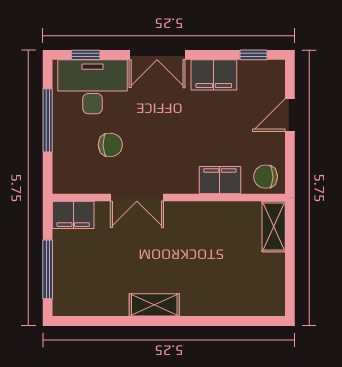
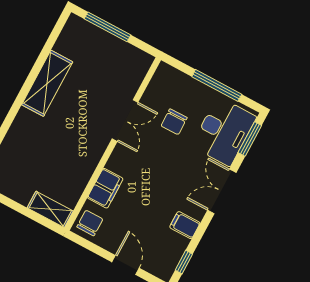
window: (86, 55) -> (250, 139), width x1.50
filing cabinet: (214, 75) -> (185, 225), width x0.50
double door: (137, 197) -> (125, 121), swing flipped
filing cabinet: (73, 215) -> (137, 67), removed
shelving: (154, 305) -> (47, 83), width x1.50, depth x1.33

